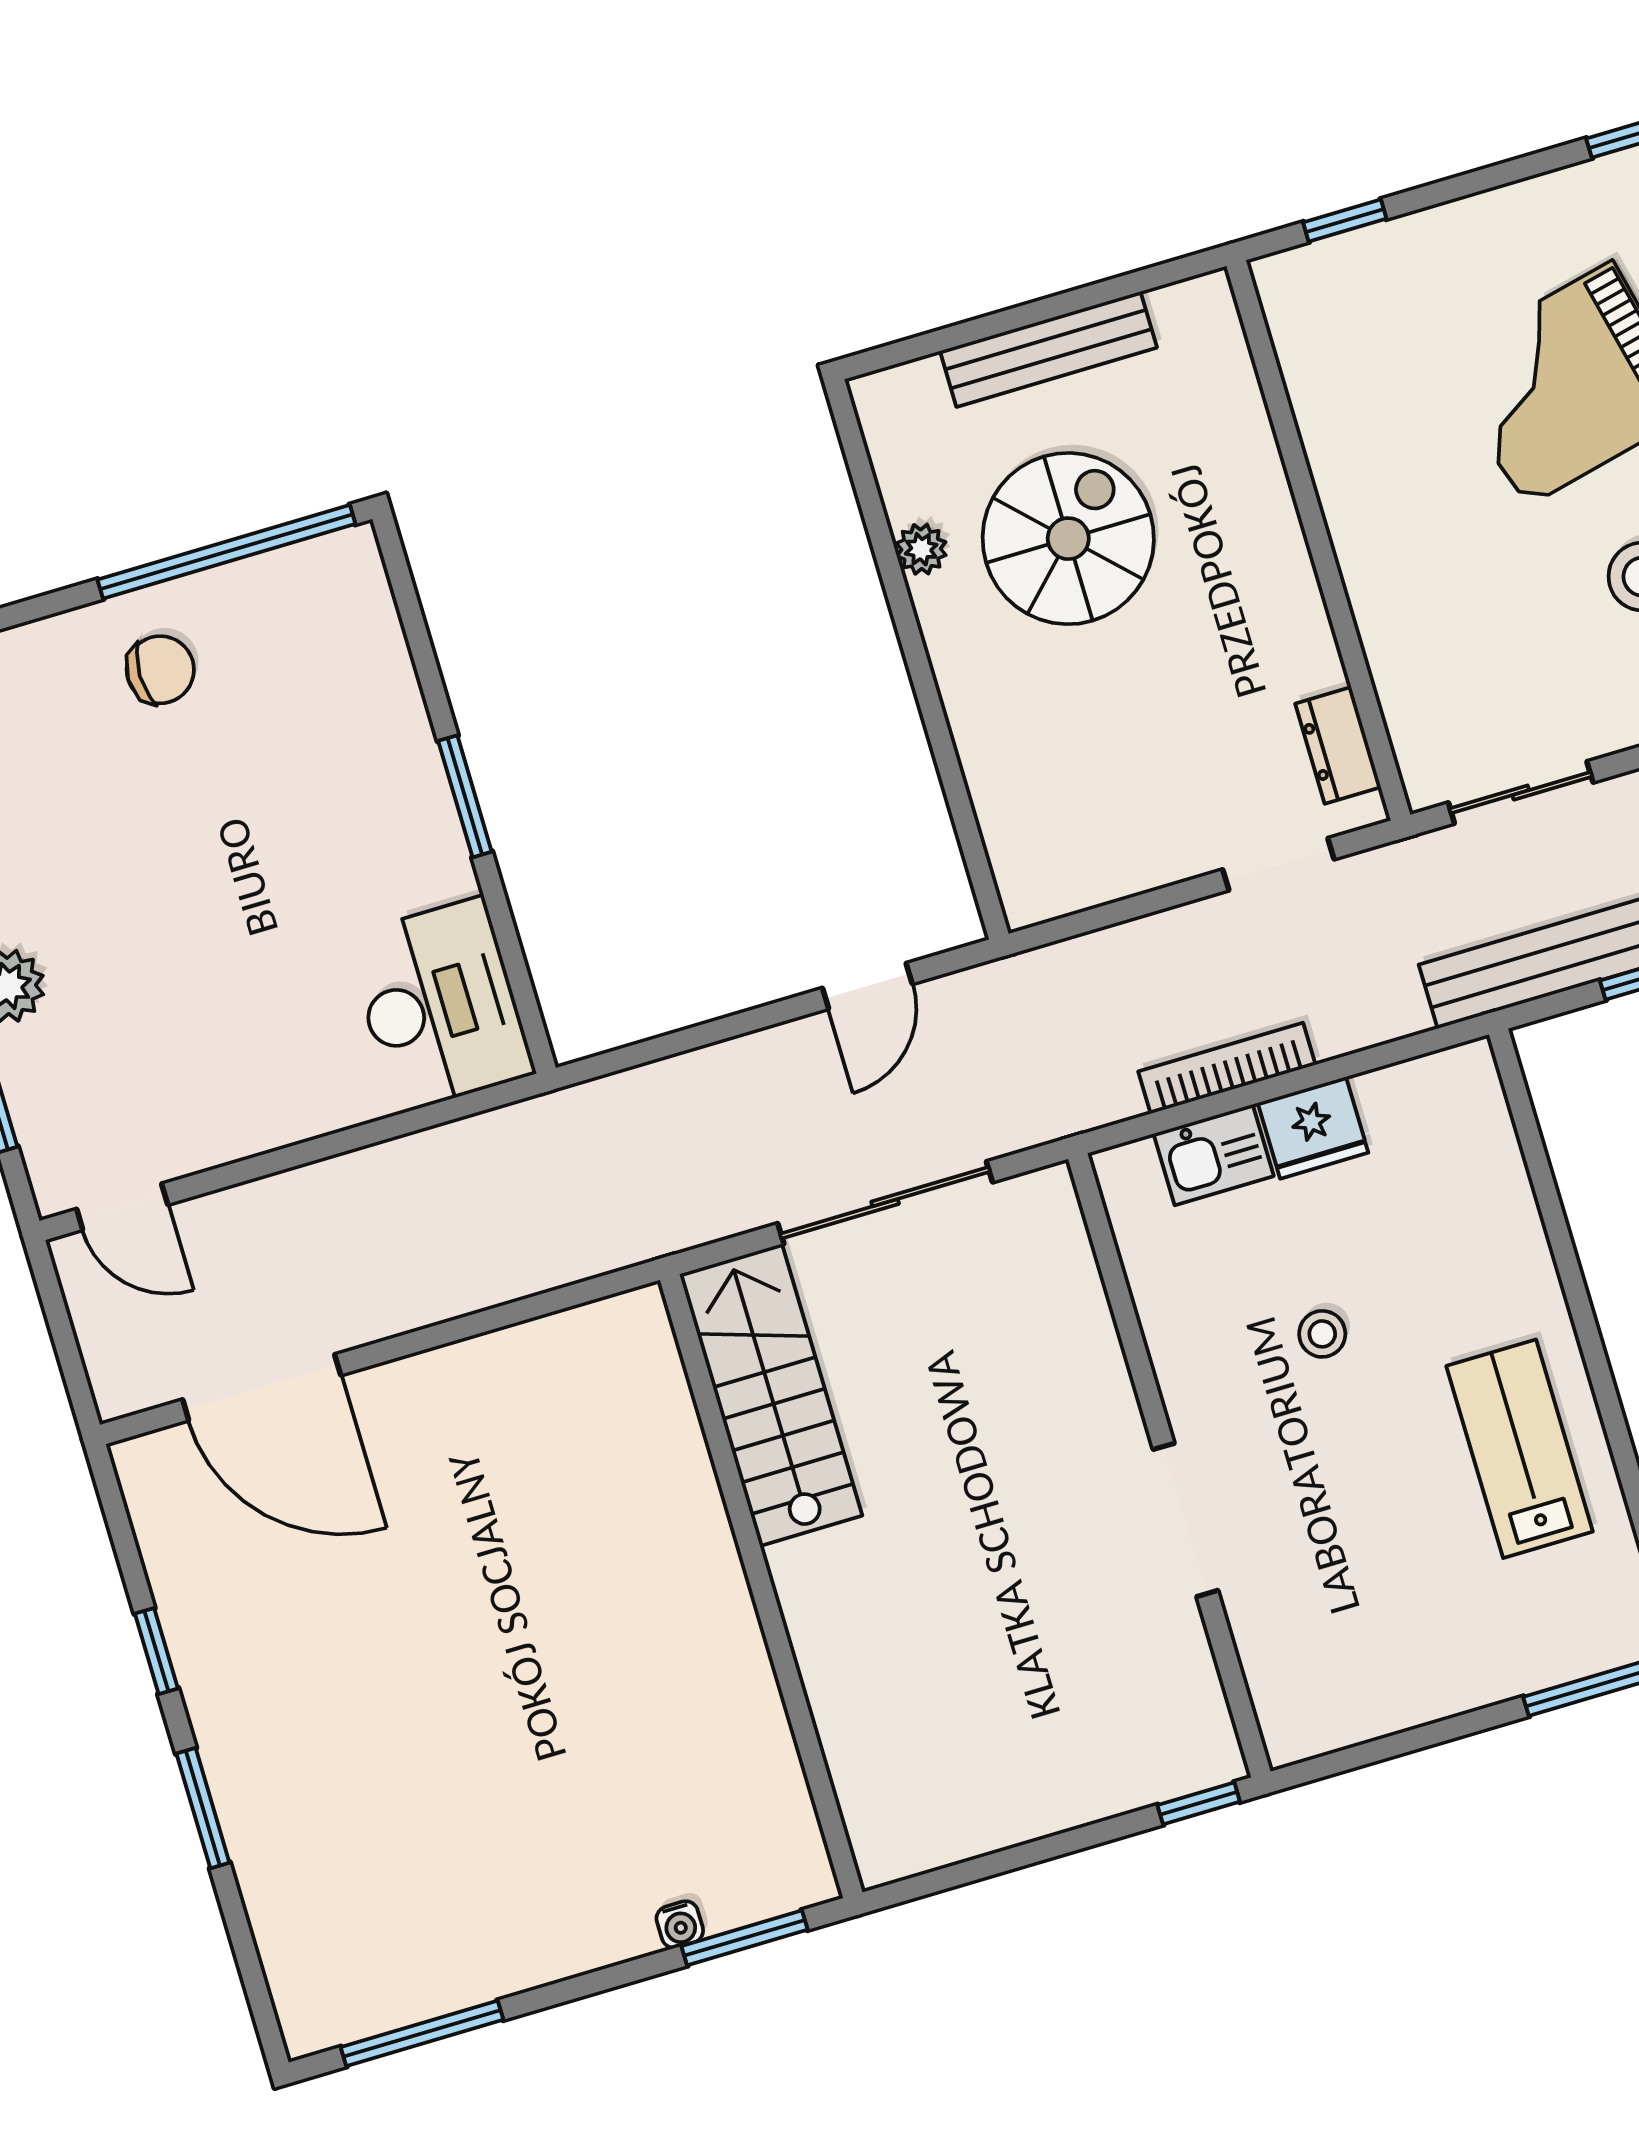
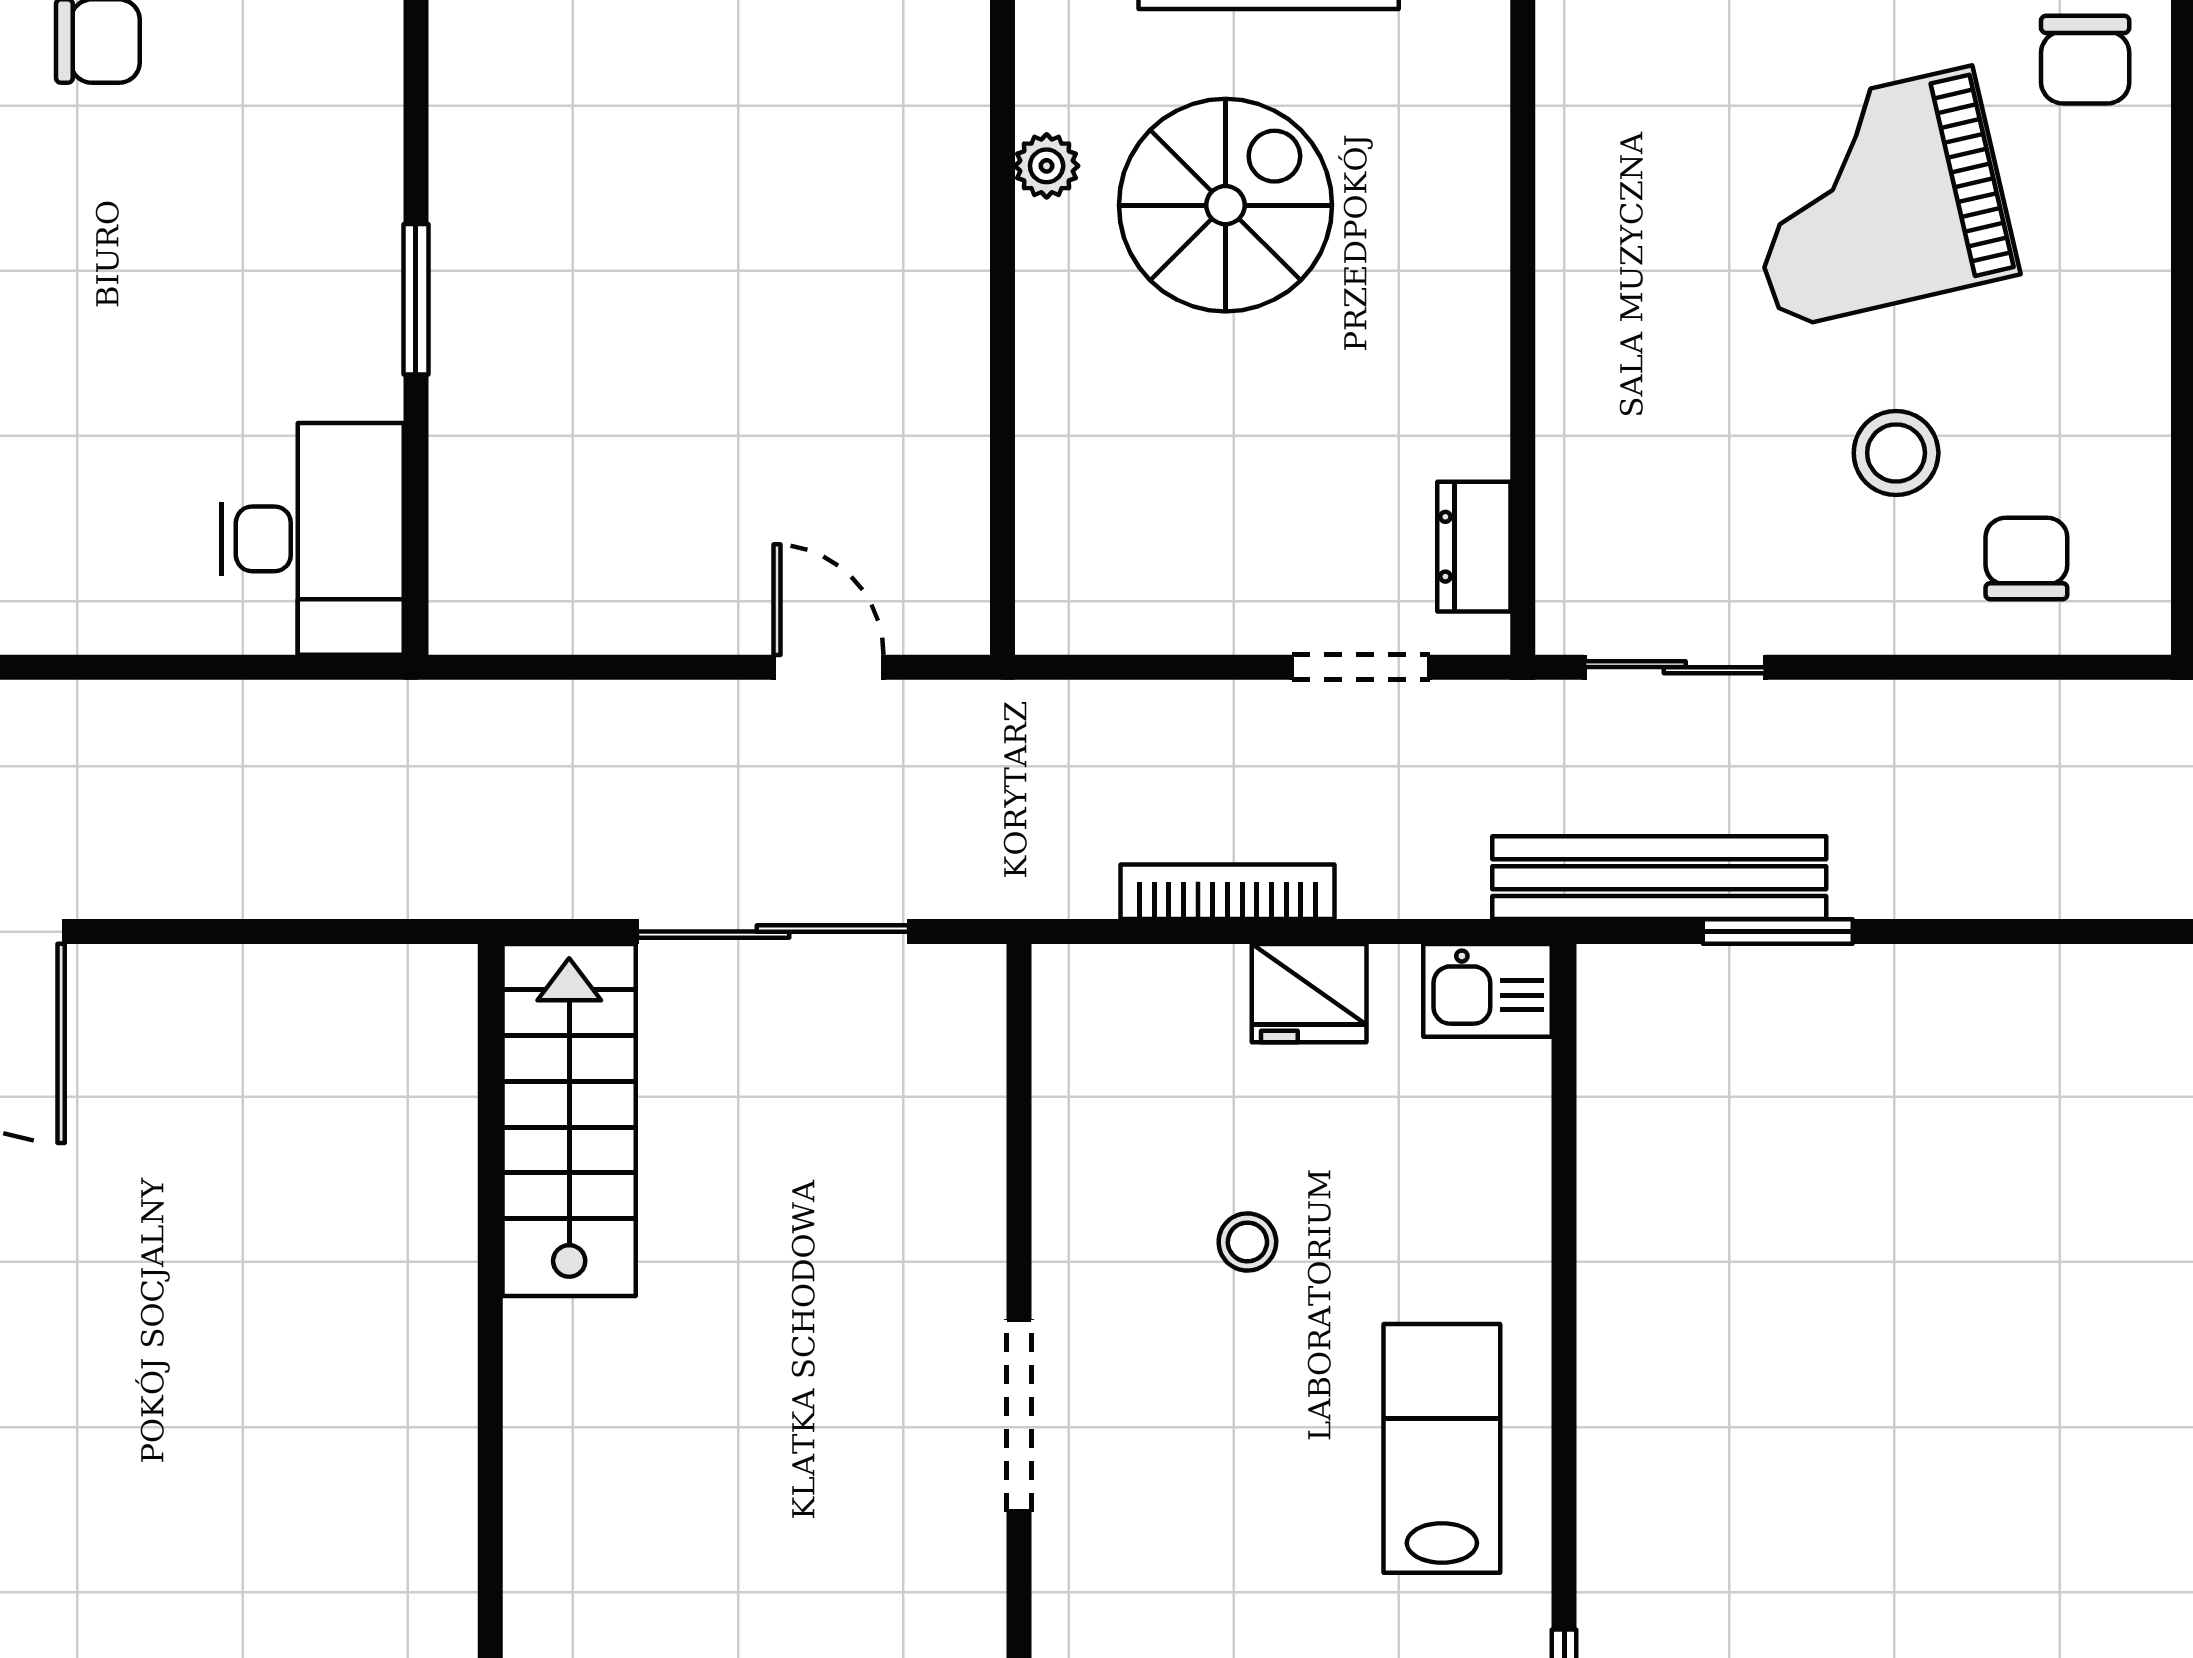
door: (867, 986) -> (828, 667), swing flipped
kitchen sink: (1214, 1155) -> (1488, 990), moved

